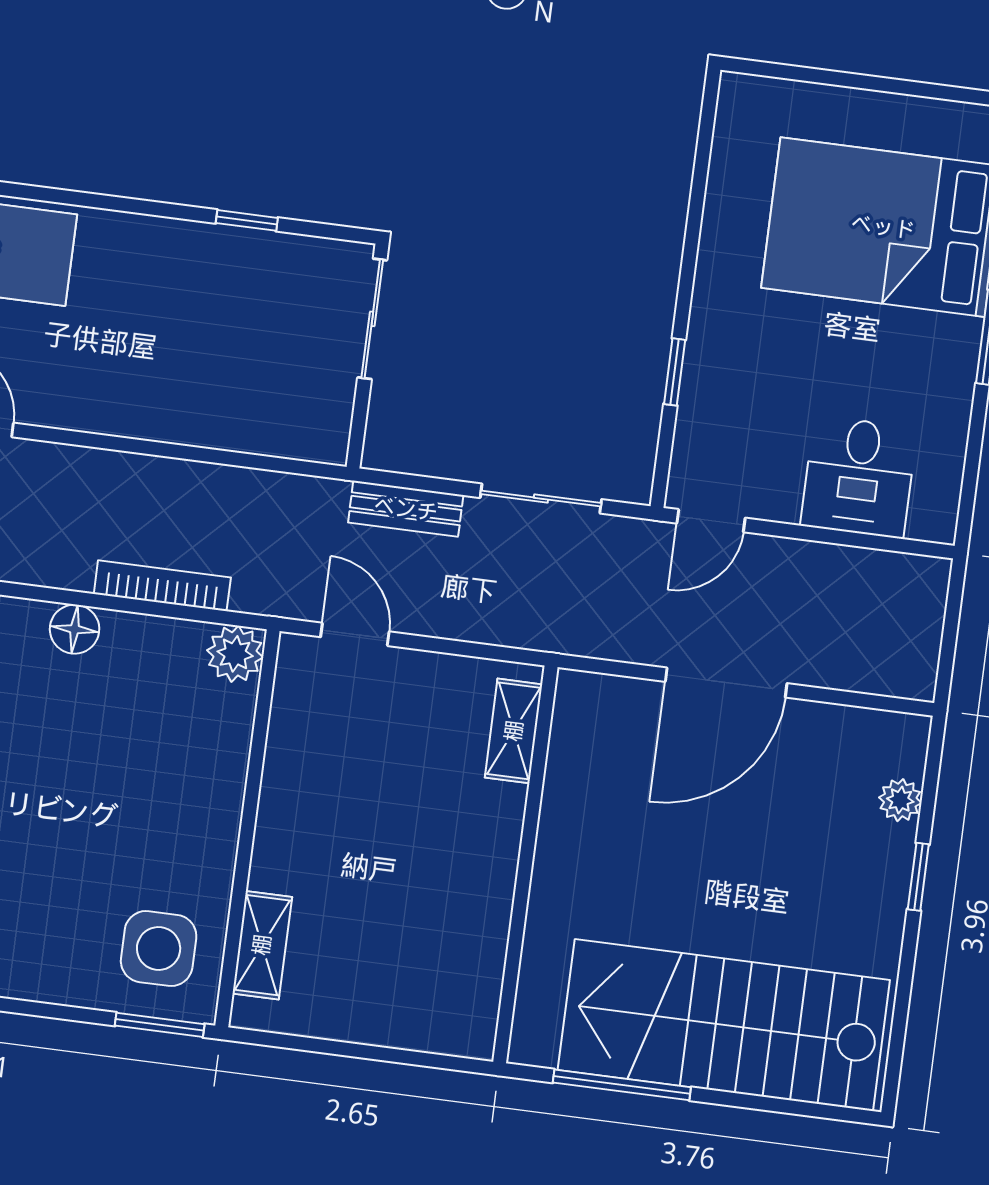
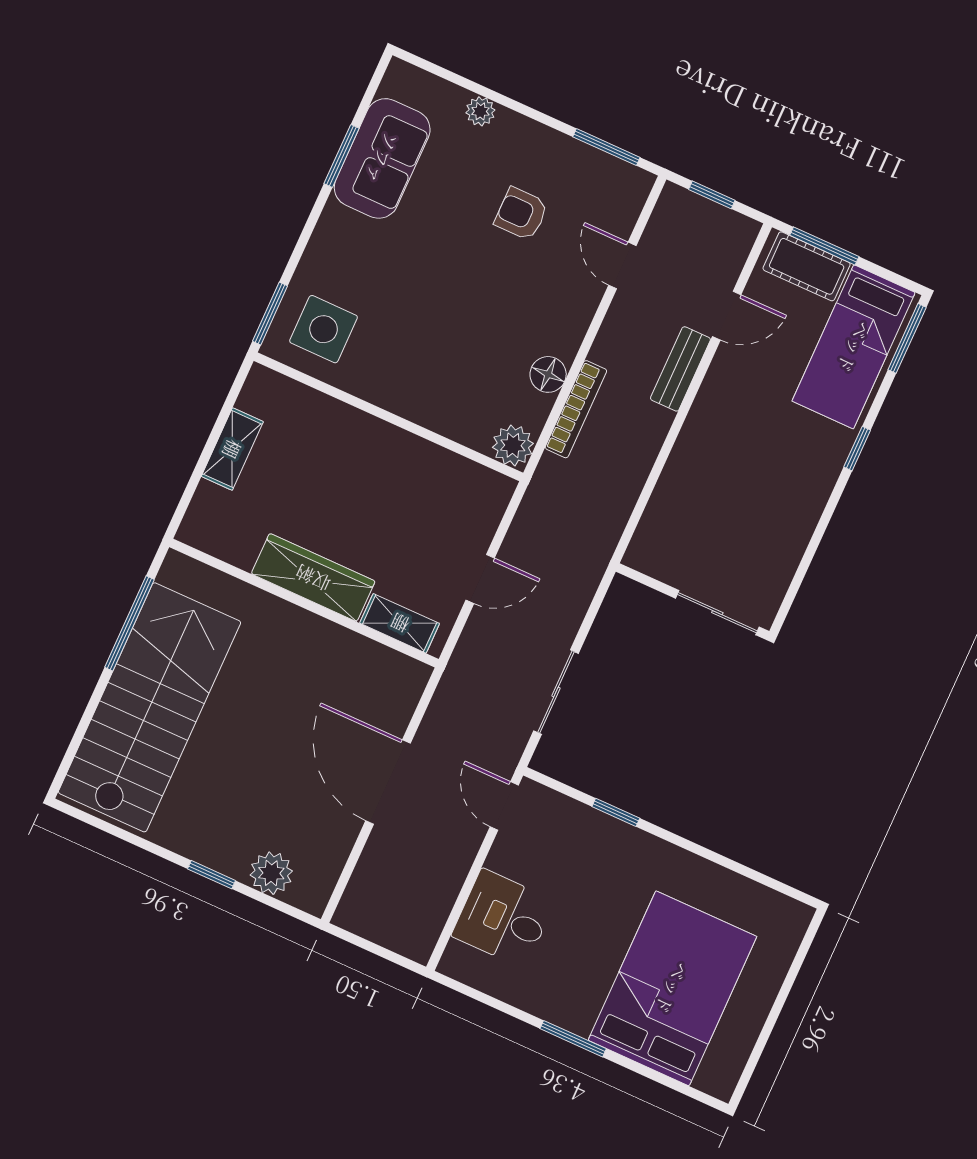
window: (247, 220) -> (857, 449), moved
bench: (406, 509) -> (680, 369), moved
floor lamp: (75, 629) -> (548, 374), moved
door: (355, 634) -> (480, 579), moved
plant: (900, 800) -> (271, 873), width x1.38, depth x1.38
wardrobe: (488, 863) -> (313, 578), added
shelving: (262, 945) -> (232, 449), moved, turned 90

